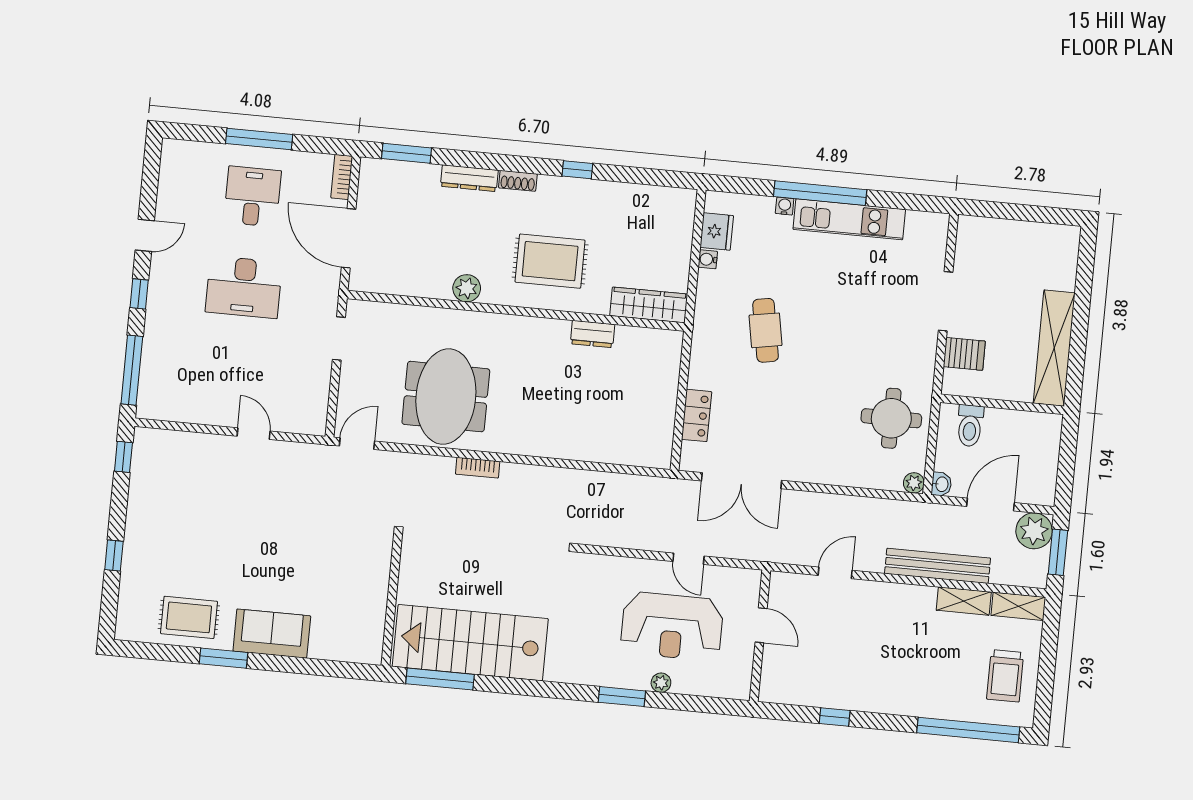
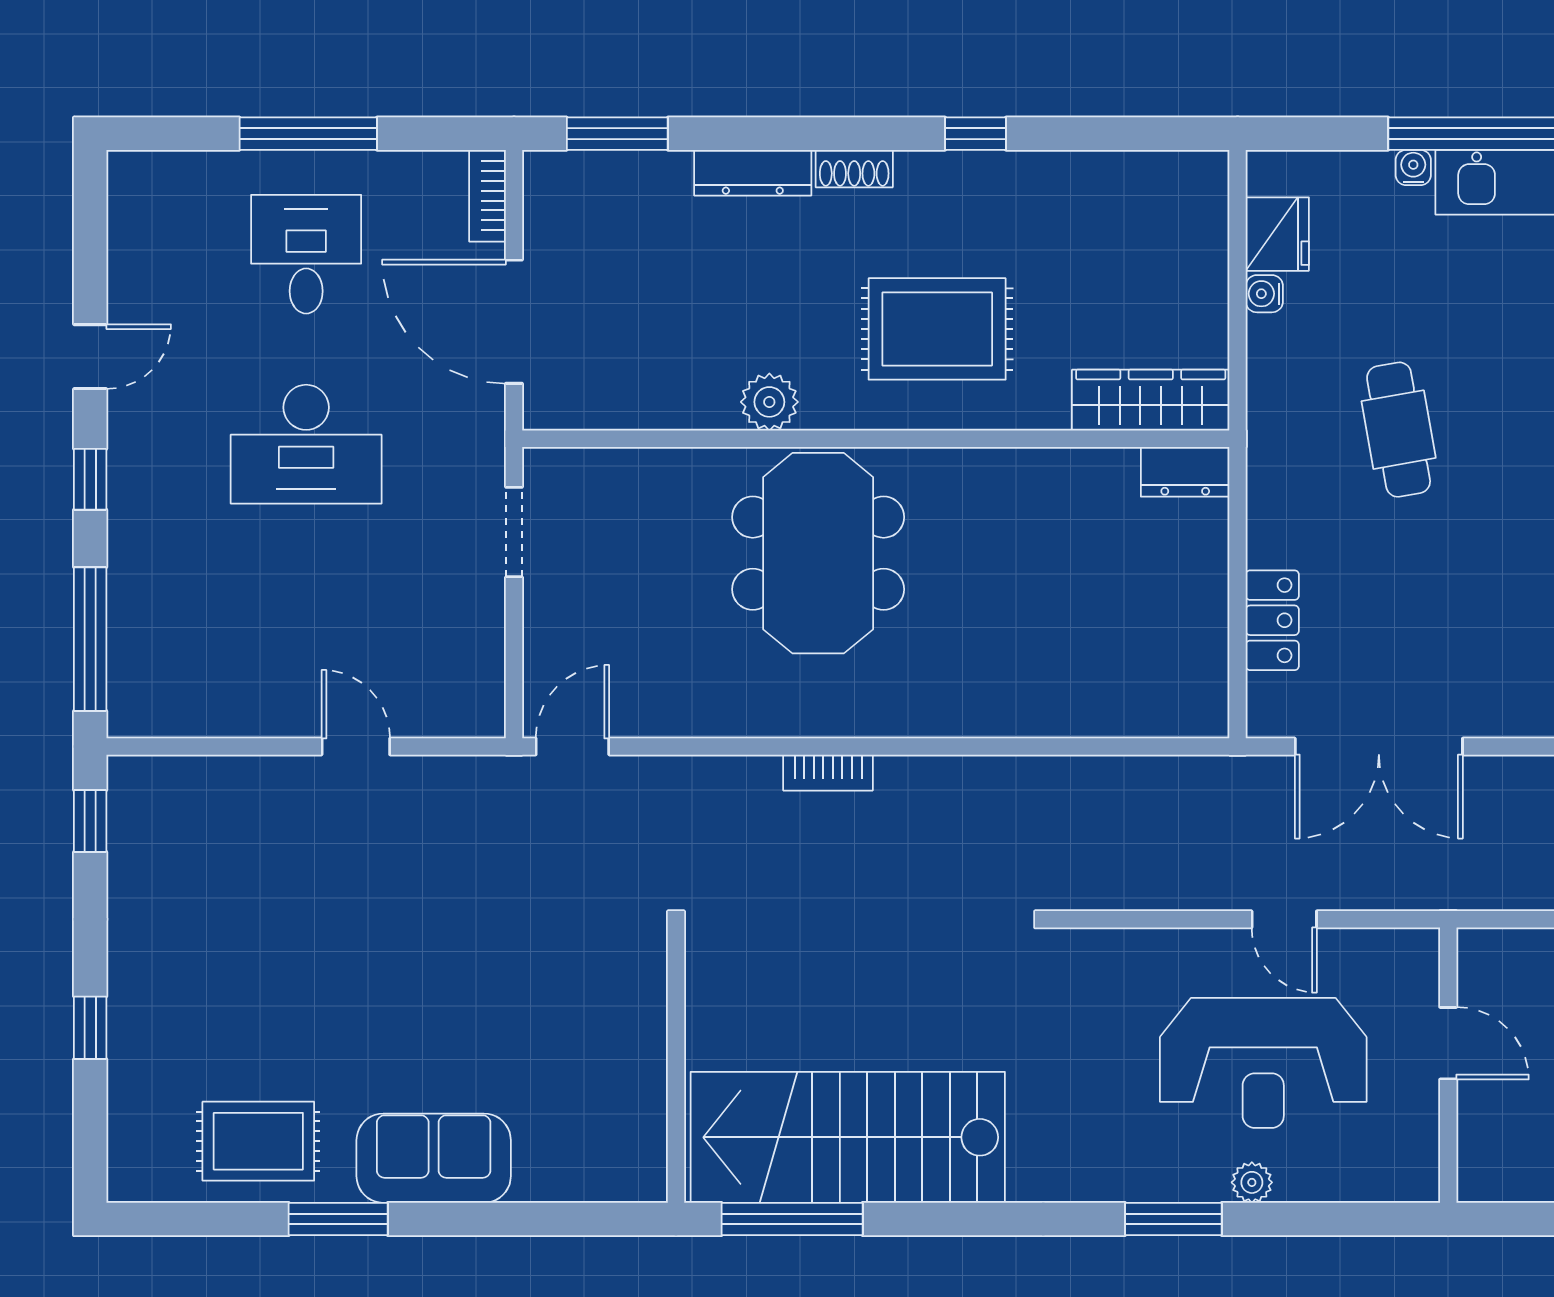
dresser: (593, 334) -> (1185, 472), moved
meeting table: (446, 397) -> (818, 553), moved

